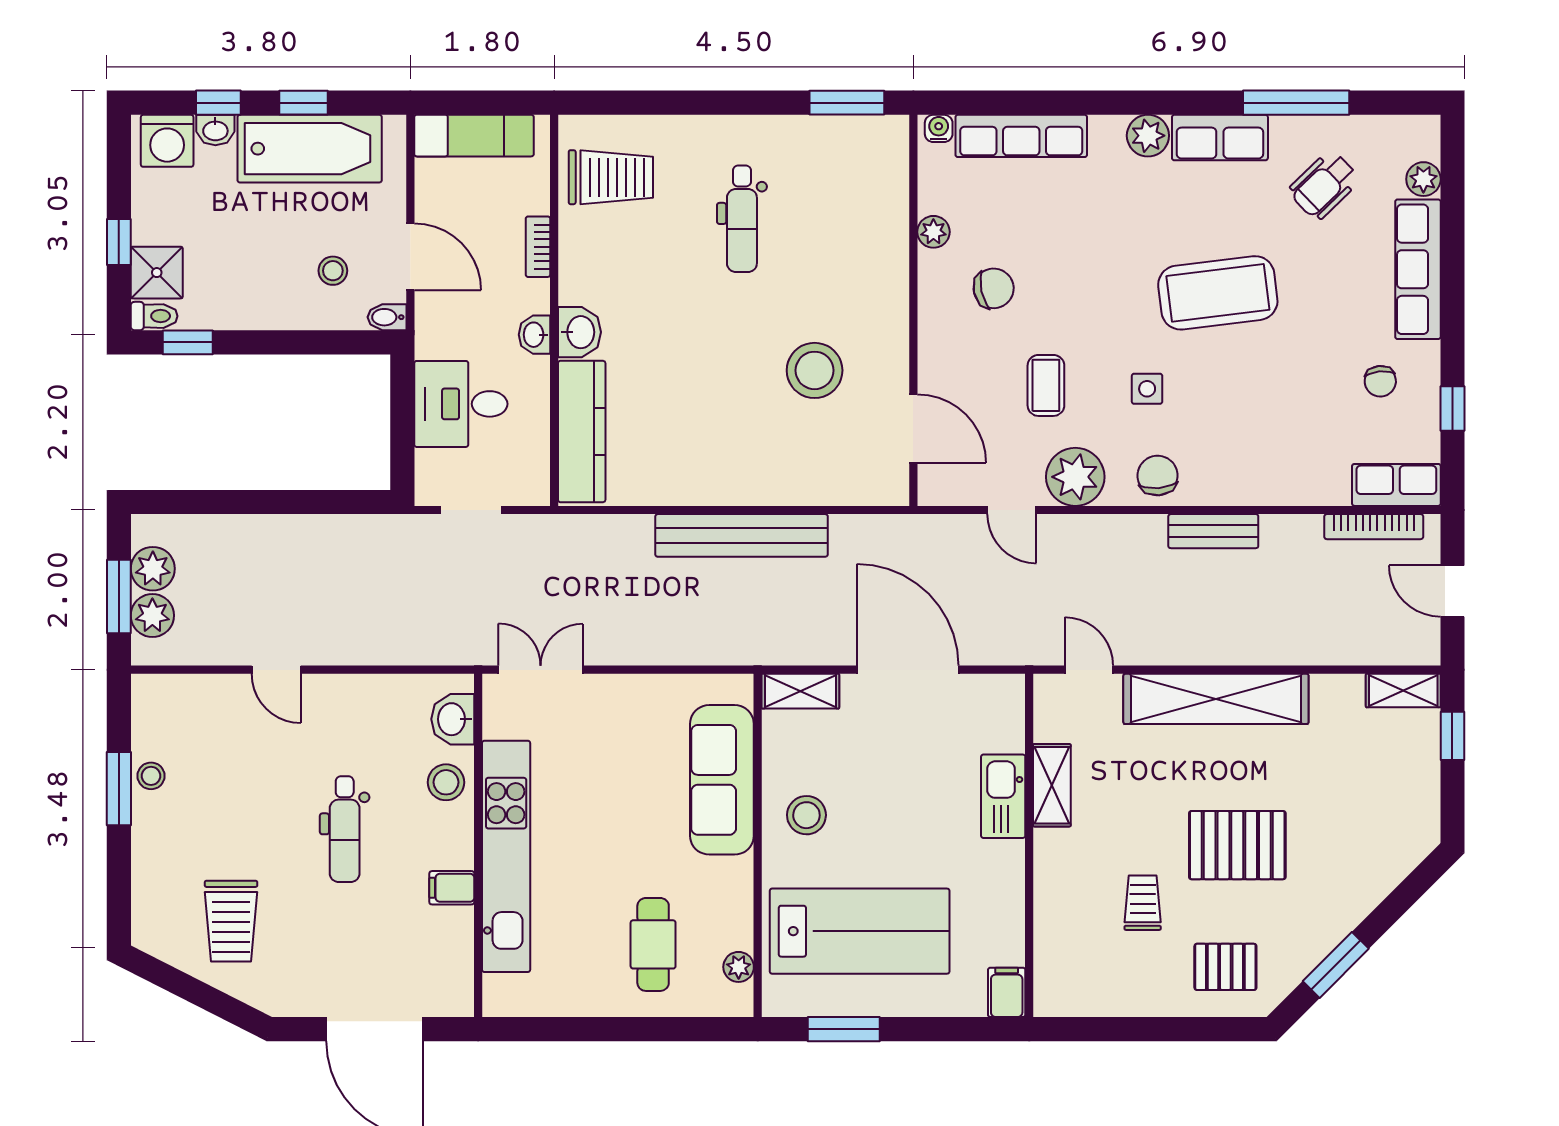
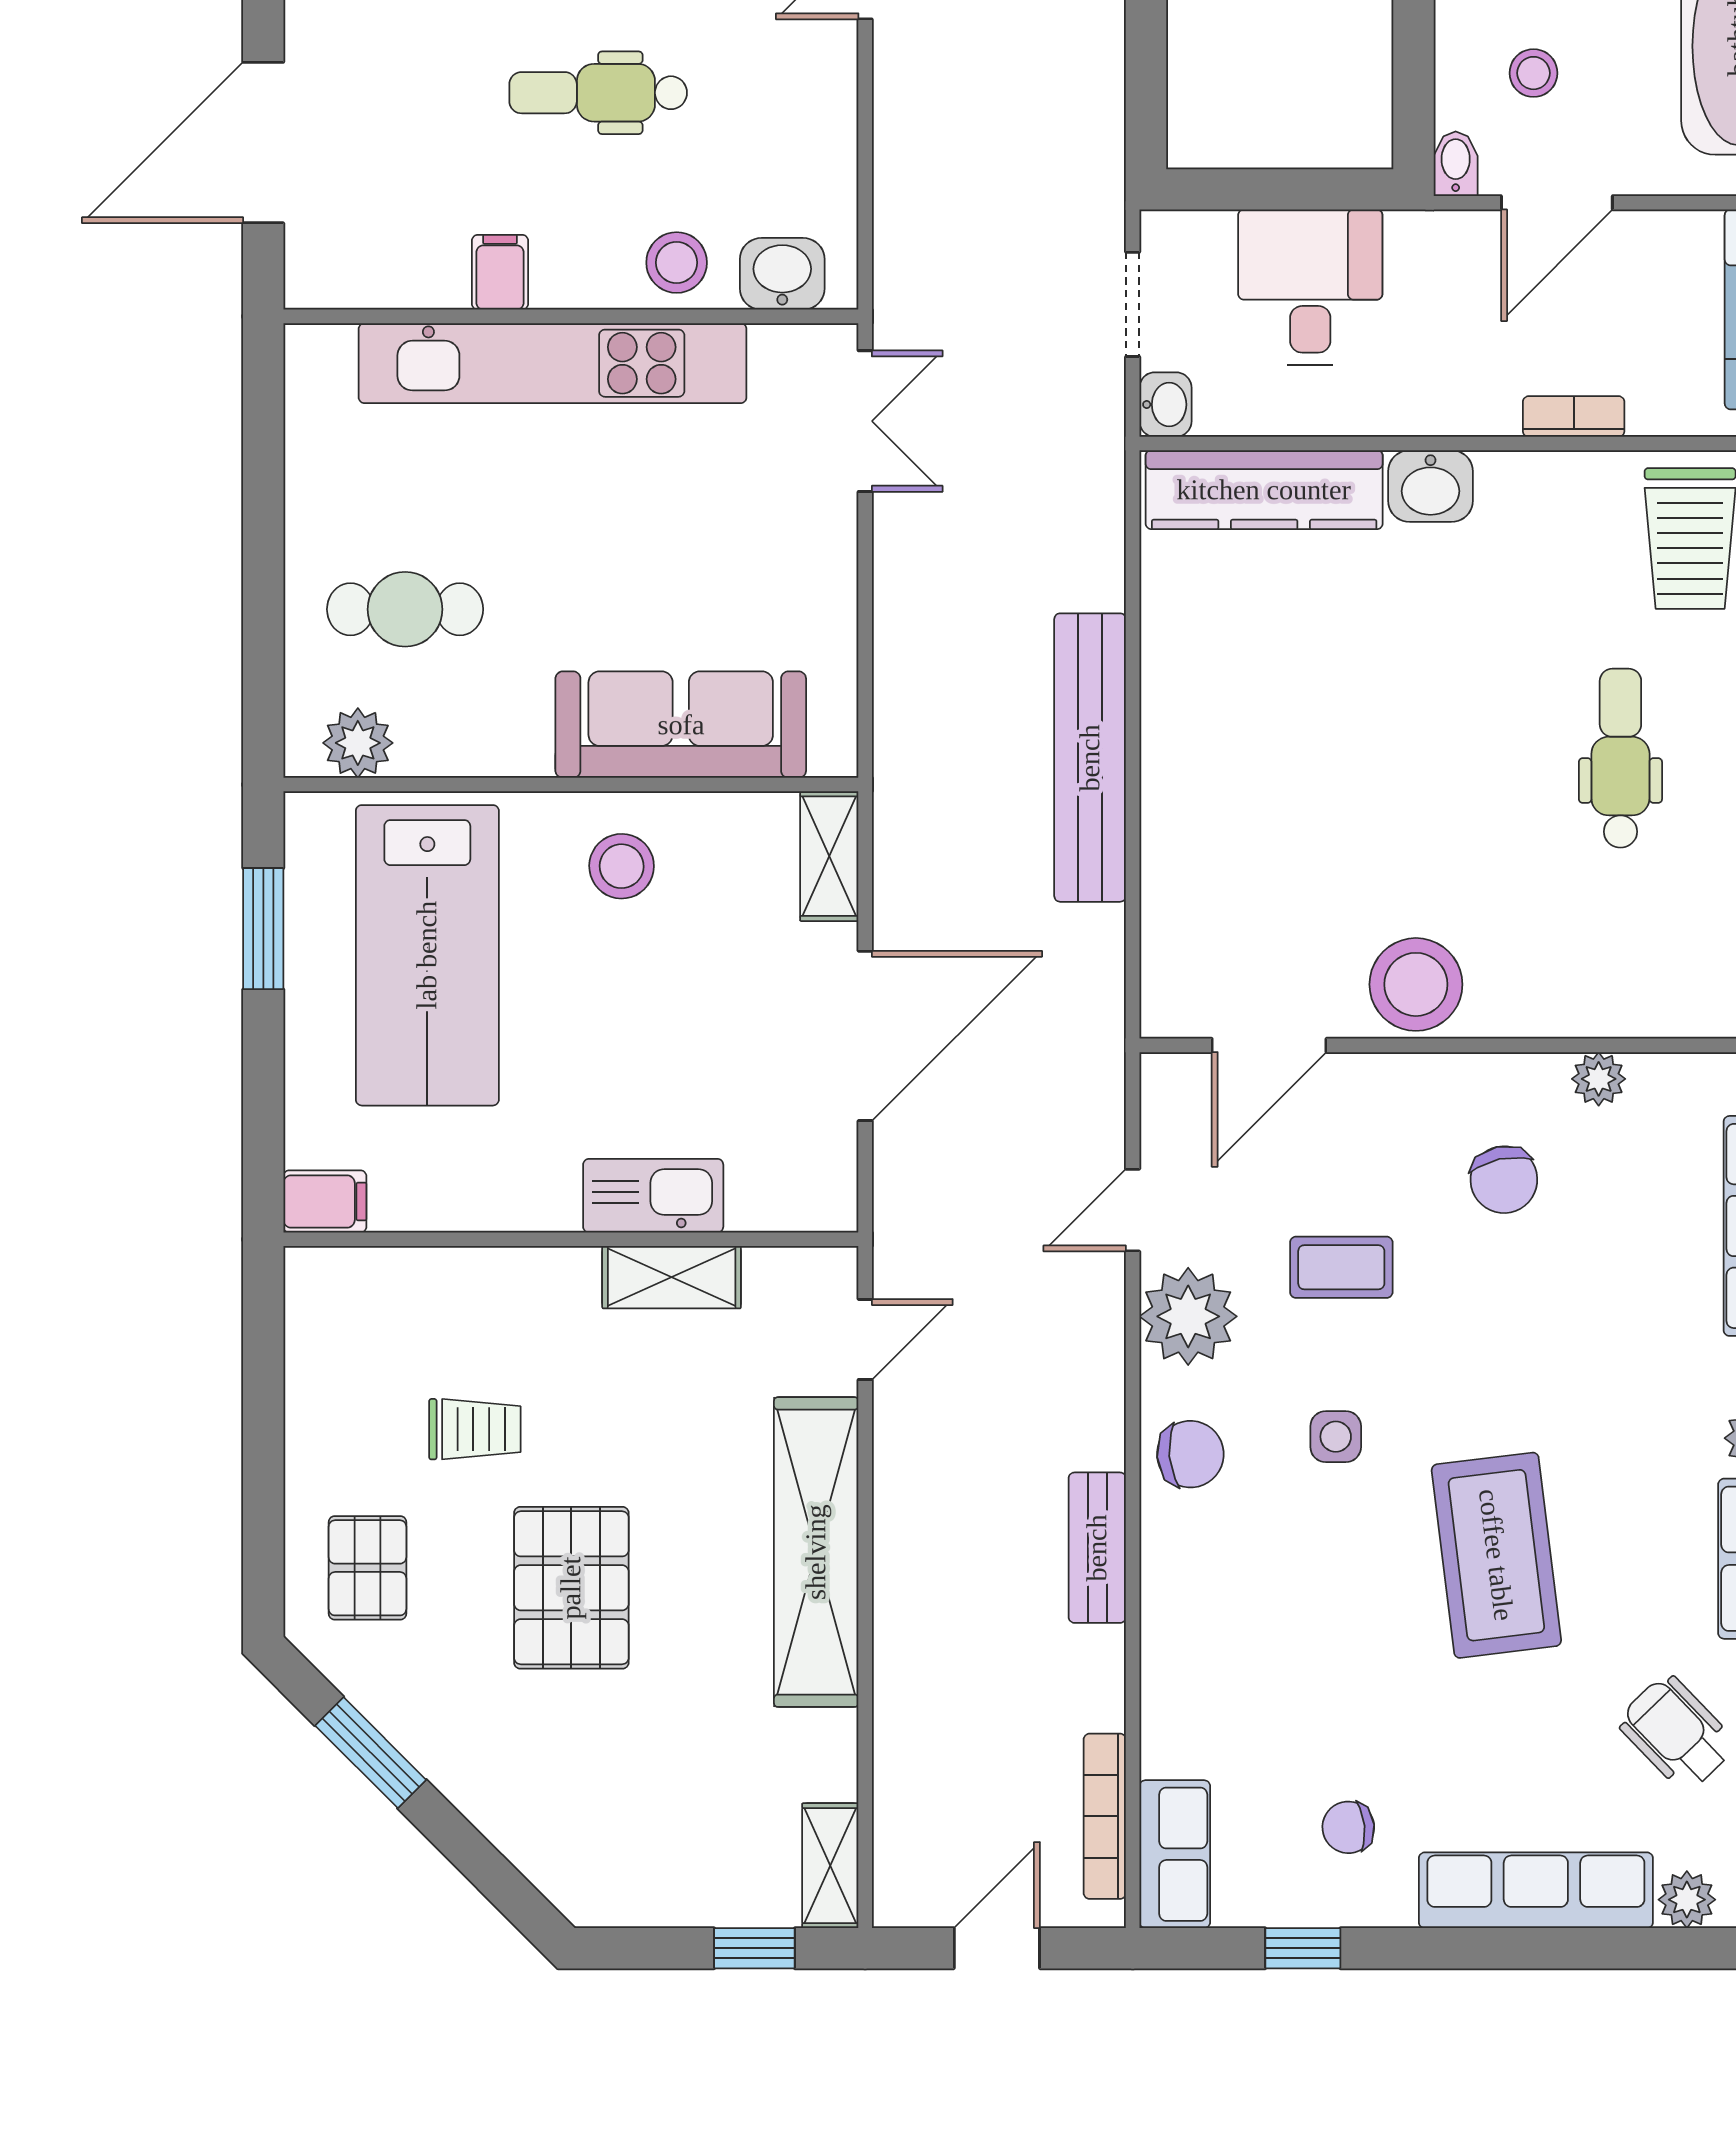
dental chair: (742, 219) -> (1620, 758), turned 90
washbasin: (534, 335) -> (1165, 405), moved, turned 90
stool: (815, 370) -> (1416, 984), moved
plant: (739, 967) -> (358, 743), width x1.38, depth x1.38

